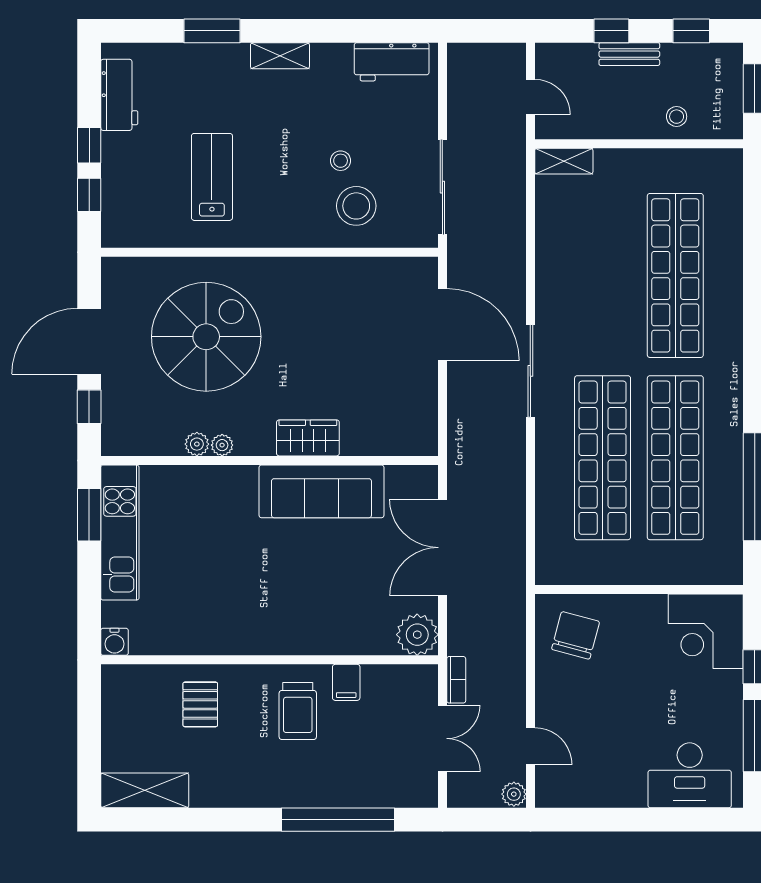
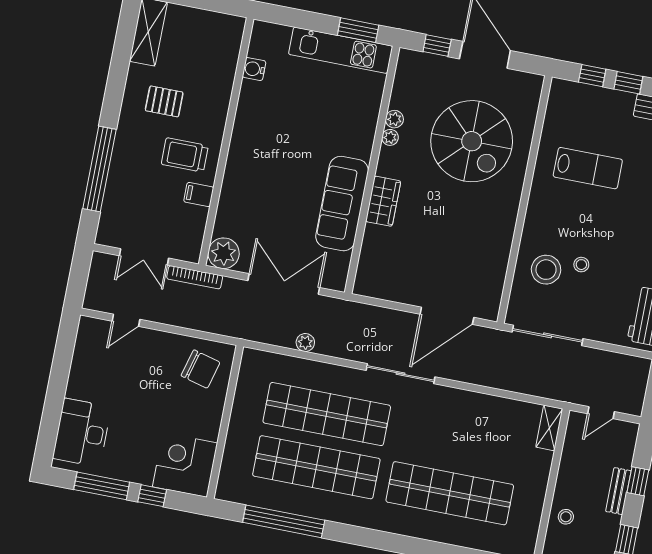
water cooler: (114, 642) -> (254, 69), moved
bookcase: (456, 680) -> (195, 277), width x1.56
pallet: (200, 704) -> (164, 101), moved
plant: (514, 794) -> (305, 343), moved

